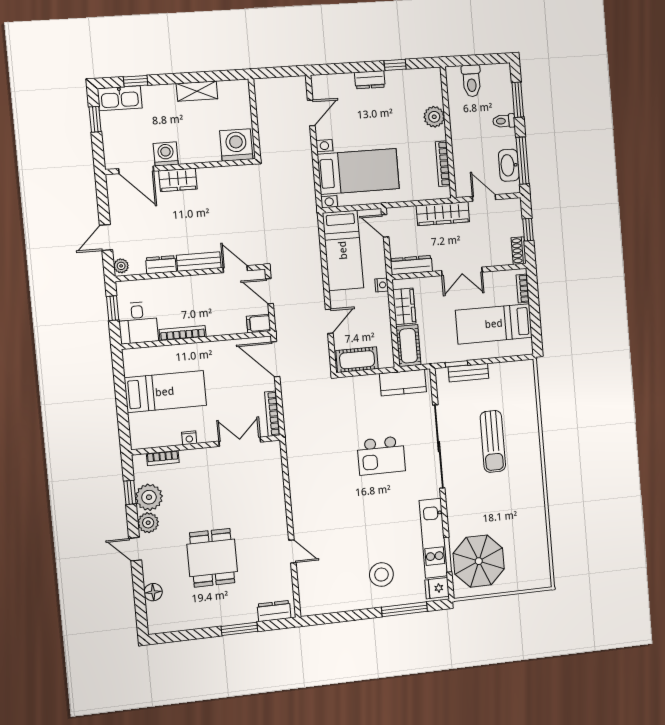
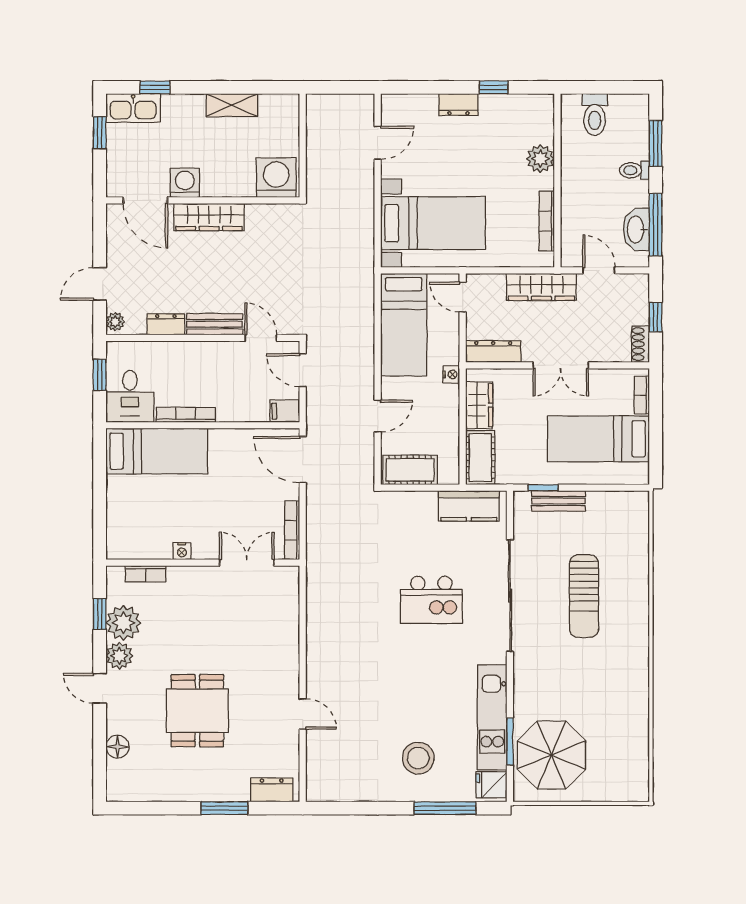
wardrobe: (178, 180) -> (209, 217), width x1.50
bed: (165, 392) -> (157, 451), moved

